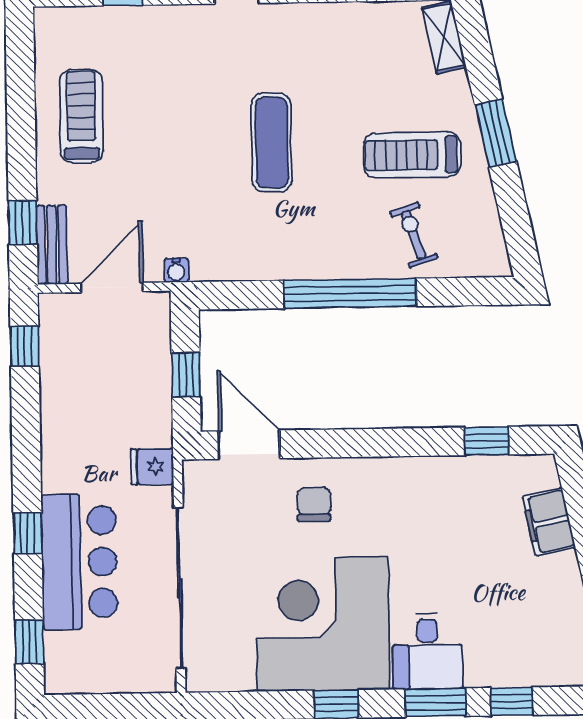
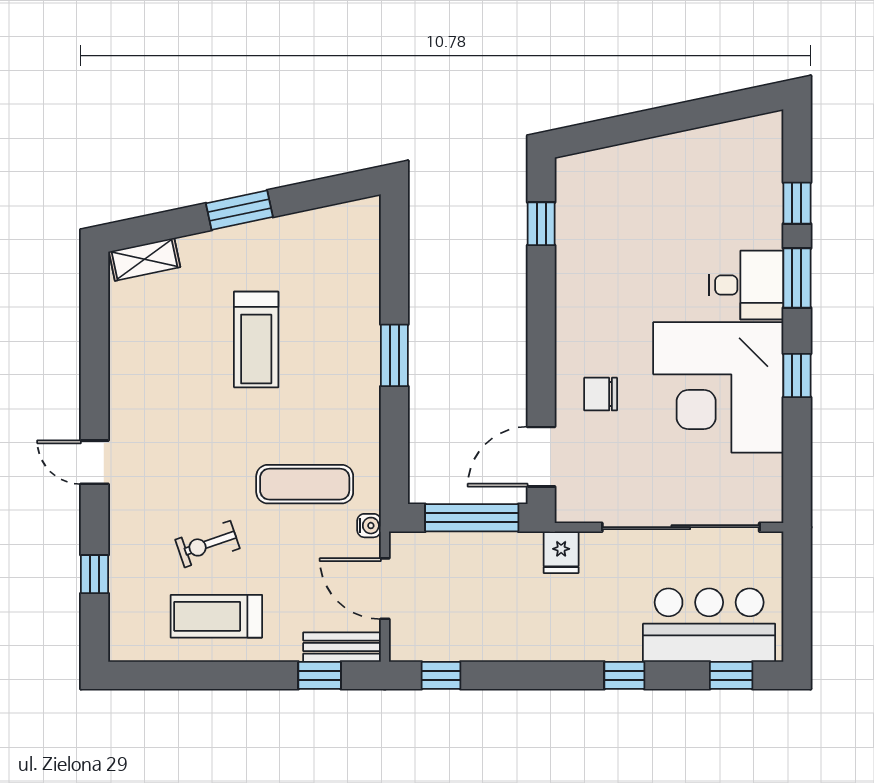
exercise mat: (272, 142) -> (305, 484), moved
treadmill: (412, 155) -> (256, 339), moved
exercise bike: (414, 235) -> (208, 544), moved
window: (350, 293) -> (394, 355), width x0.47
window: (186, 375) -> (472, 518), width x2.17
filing cabinet: (549, 522) -> (622, 164), removed
bar counter: (79, 562) -> (709, 625), moved

